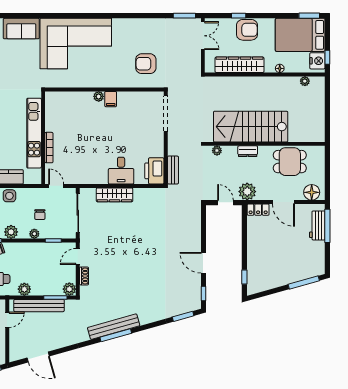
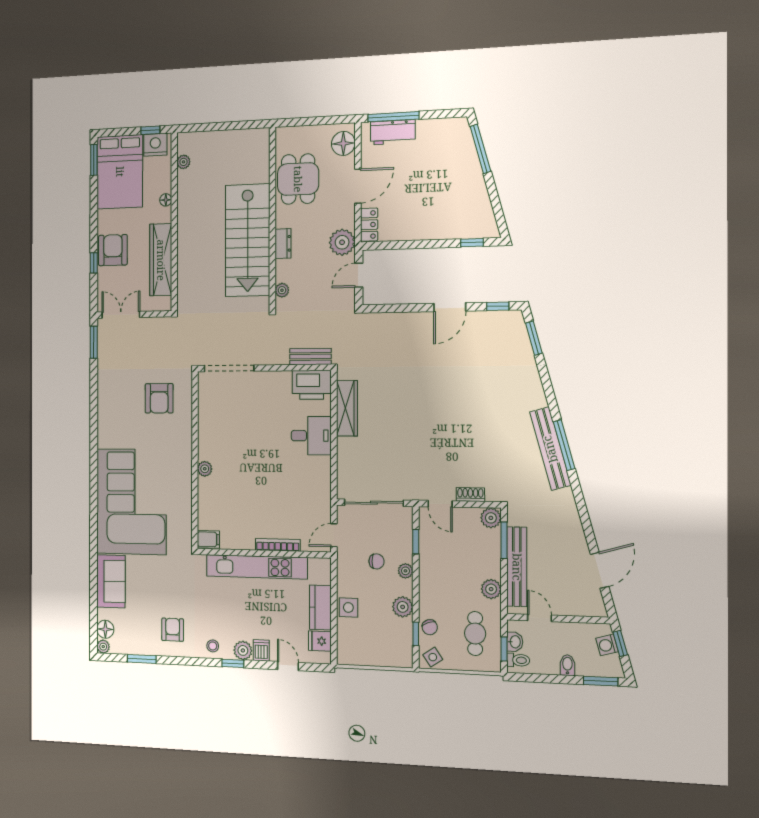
filing cabinet: (111, 99) -> (208, 539), moved
wardrobe: (115, 195) -> (347, 408), moved

